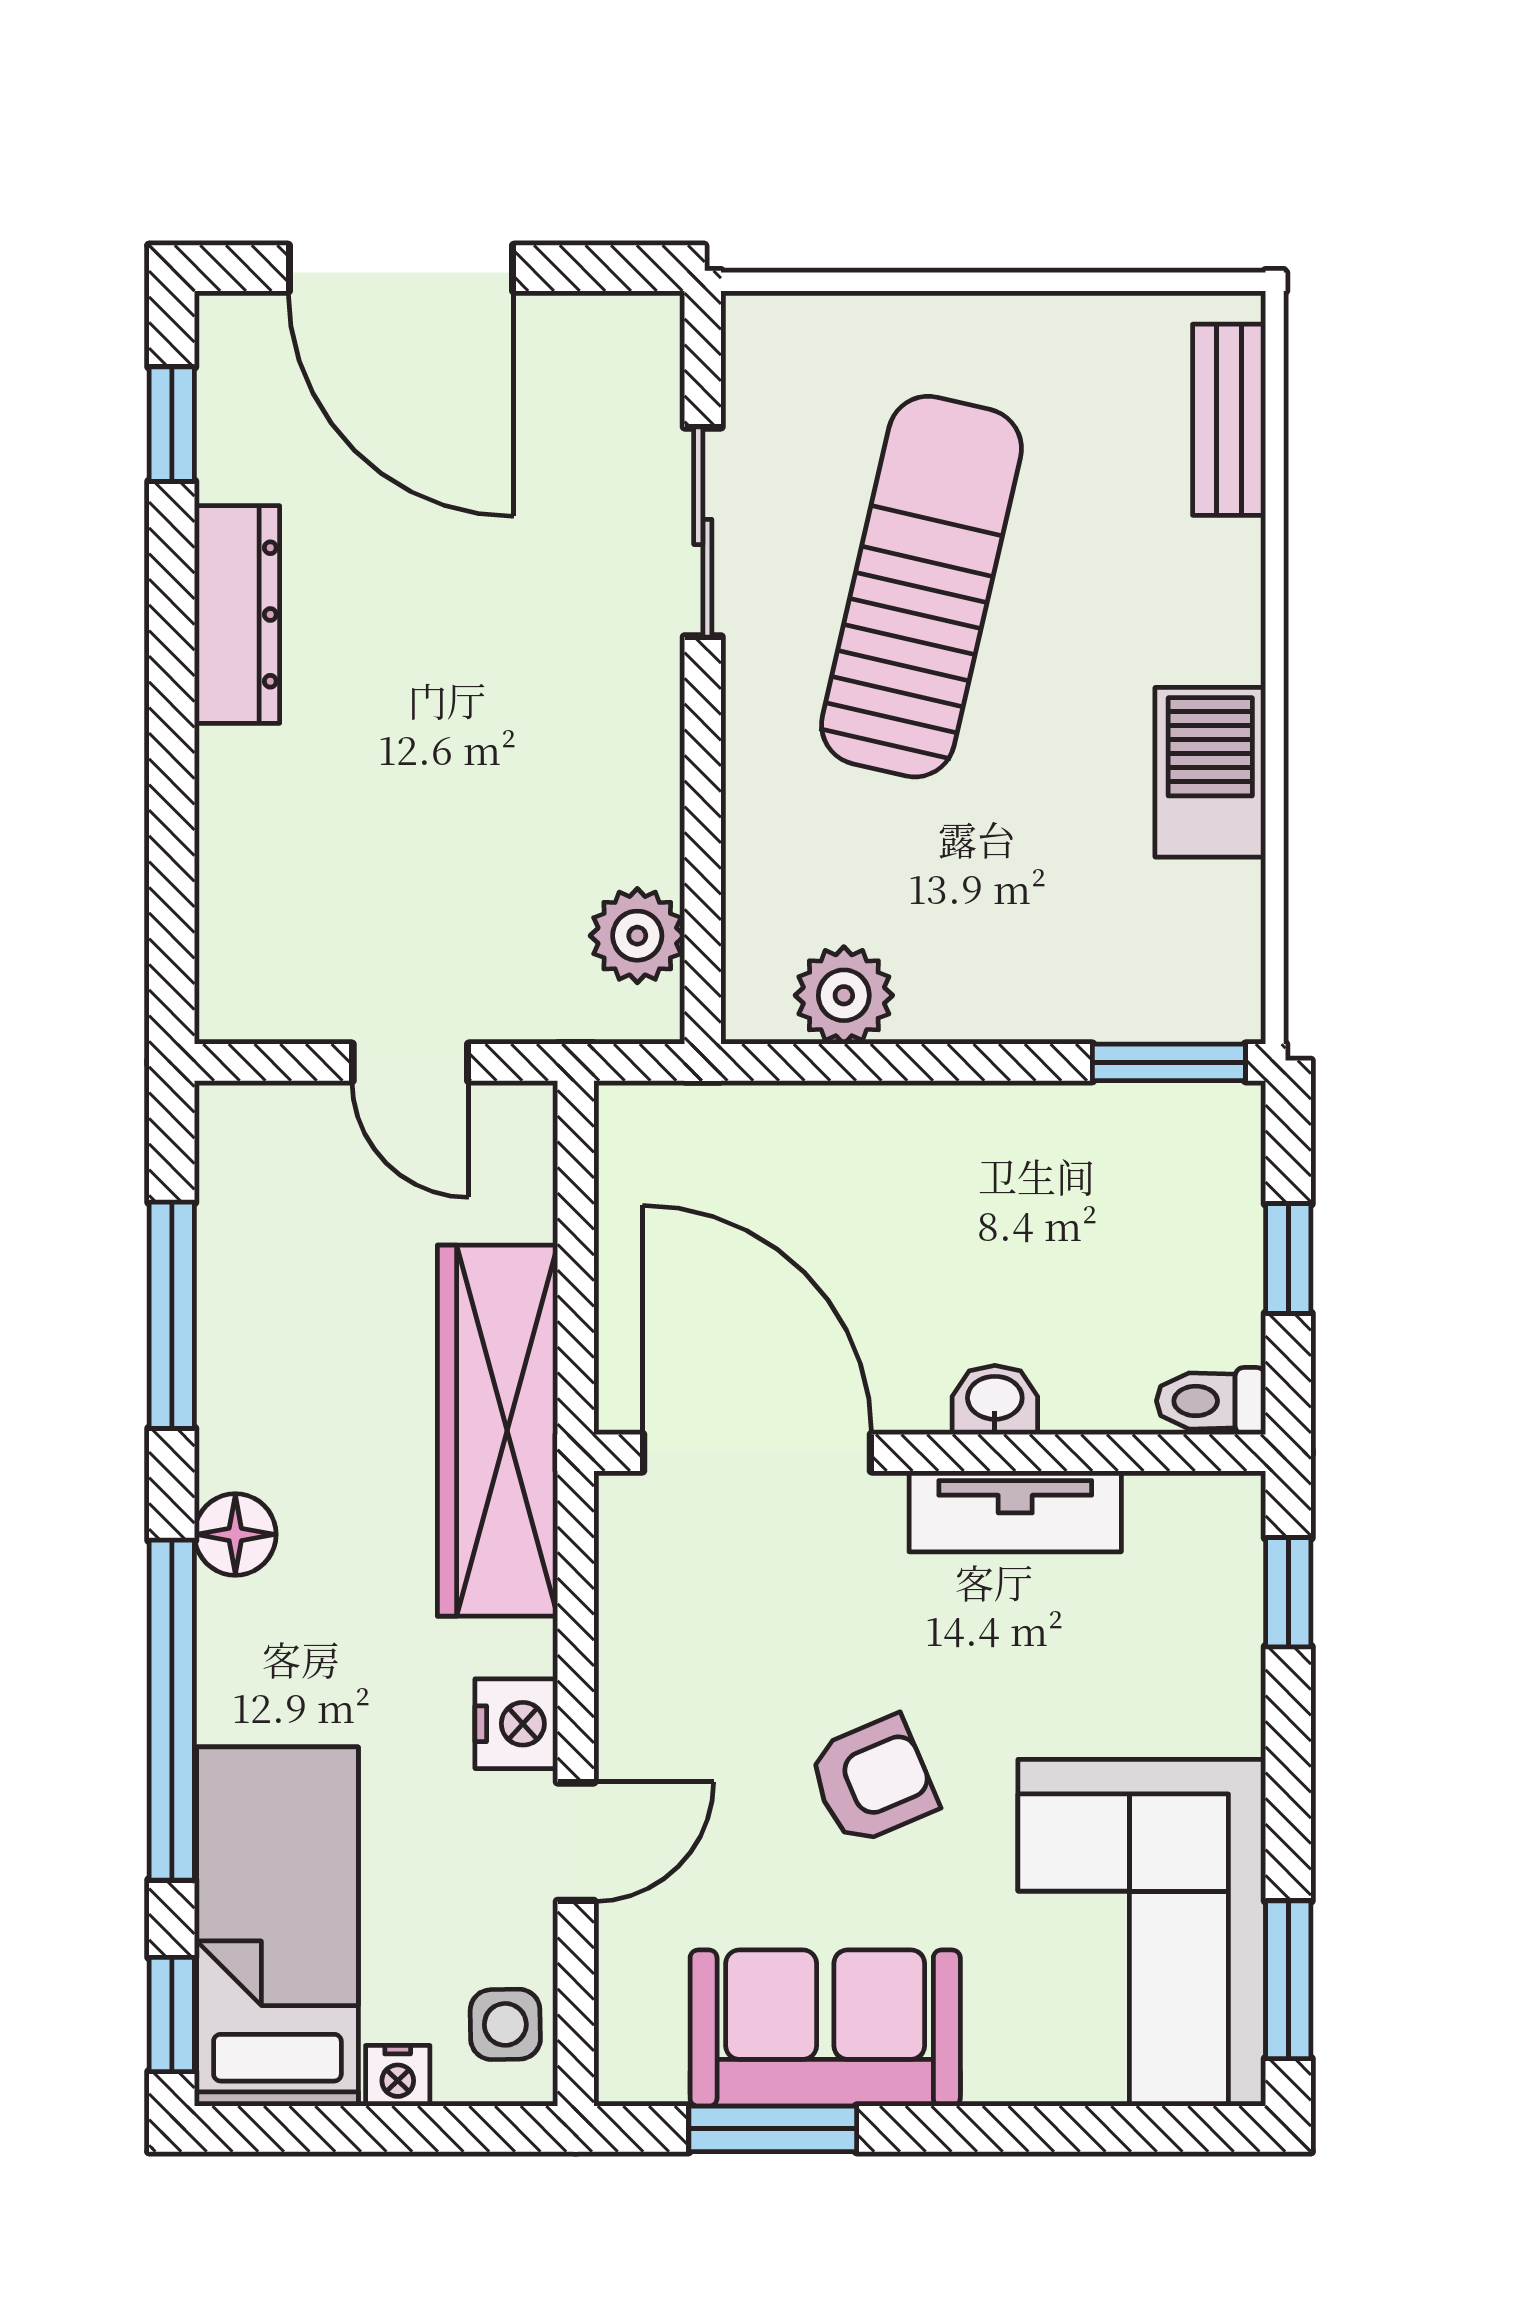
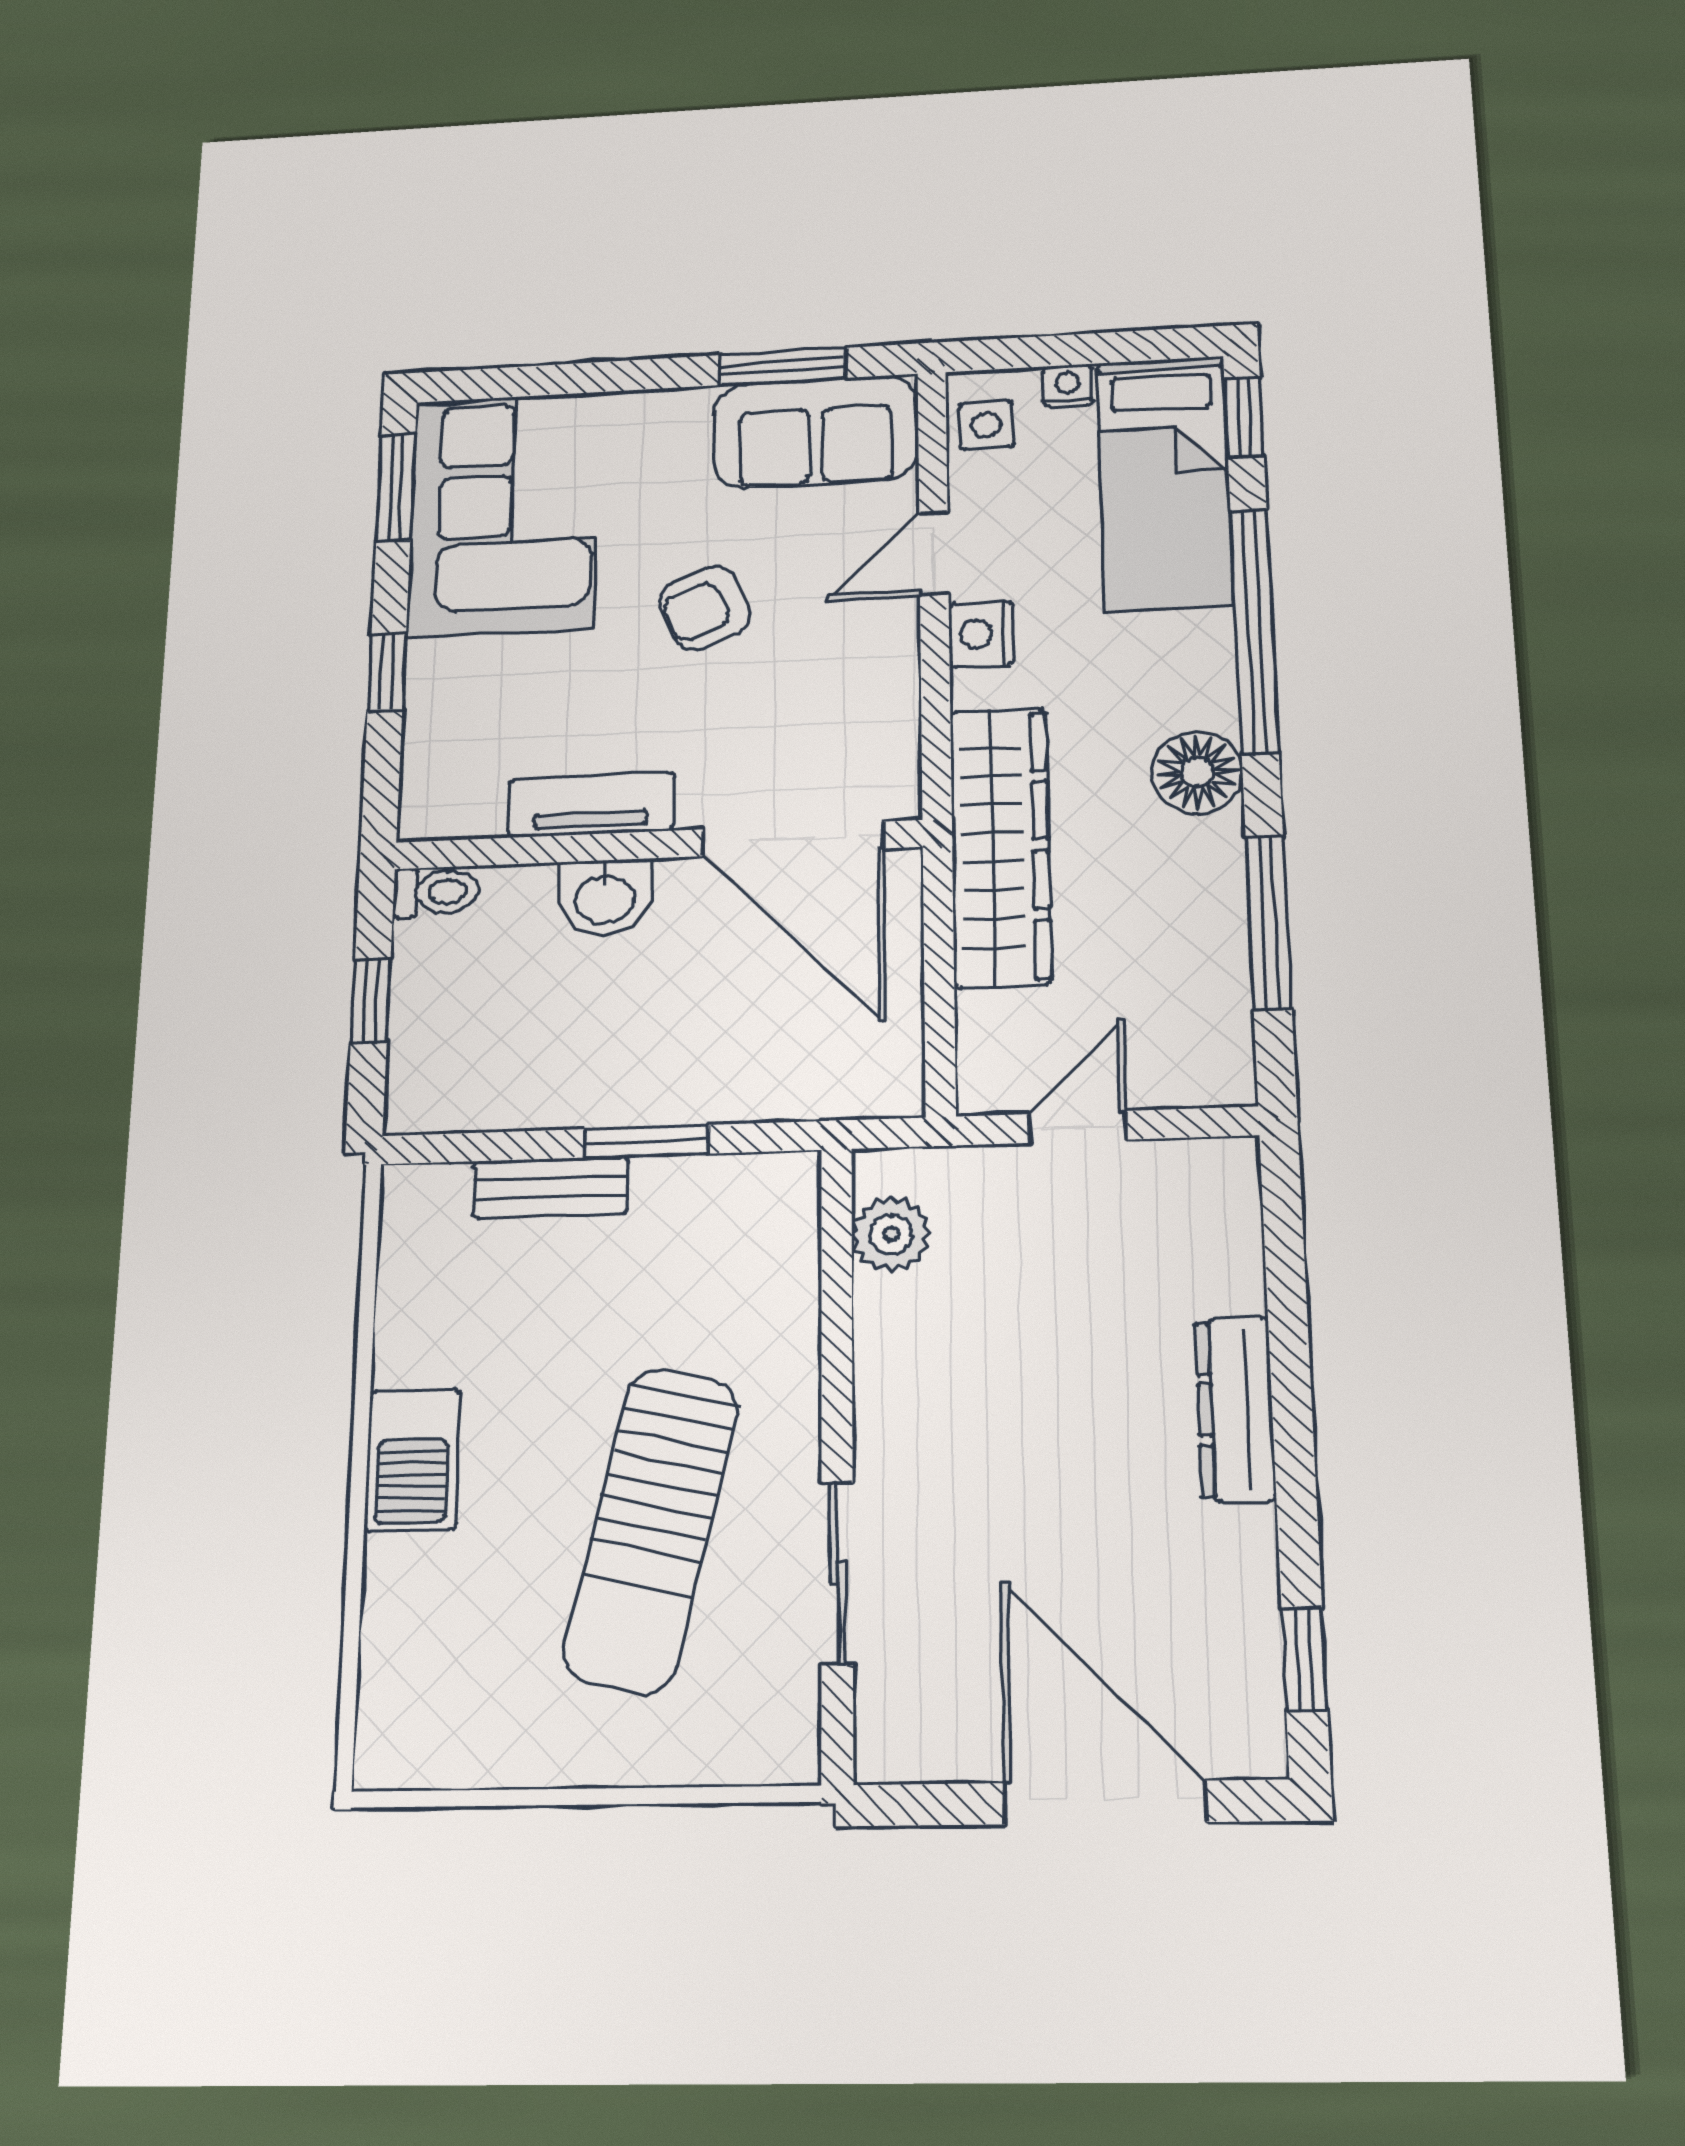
bench: (1229, 420) -> (550, 1187), moved, turned 90
dresser: (237, 614) -> (1235, 1409), moved
barbecue: (1210, 772) -> (412, 1460), moved
plant: (844, 995) -> (721, 1192), removed
door: (410, 1062) -> (1078, 1127), hinge flipped
window: (1169, 1062) -> (647, 1141), moved
washbasin: (995, 1400) -> (605, 897), width x1.38, depth x1.45
floor lamp: (235, 1534) -> (1197, 772), width x1.38, depth x1.38
window: (1288, 1592) -> (387, 672), moved
sofa: (825, 2028) -> (816, 432), moved

